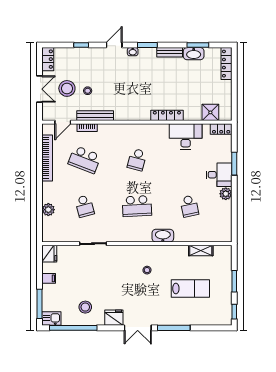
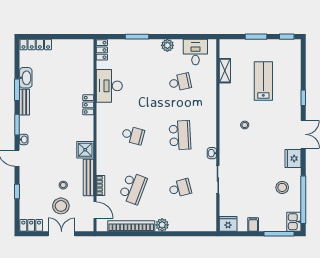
window: (198, 45) -> (17, 90), moved
shower: (210, 112) -> (85, 150), moved
locker: (167, 115) -> (88, 105), width x0.66
desk: (219, 175) -> (195, 52), moved
plant: (48, 210) -> (162, 225), moved
washbasin: (163, 236) -> (212, 153), moved, width x0.52, depth x0.69
window: (174, 328) -> (303, 98), width x0.46

